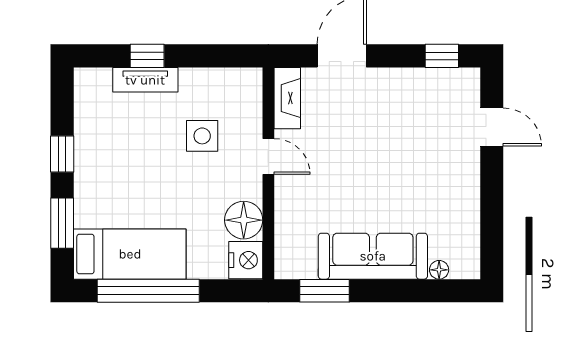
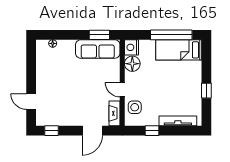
window: (147, 56) -> (152, 131), moved
tv unit: (145, 80) -> (178, 121), width x1.41
side table: (202, 136) -> (135, 107), moved
window: (62, 223) -> (206, 62), removed
sofa: (373, 256) -> (98, 49), moved

